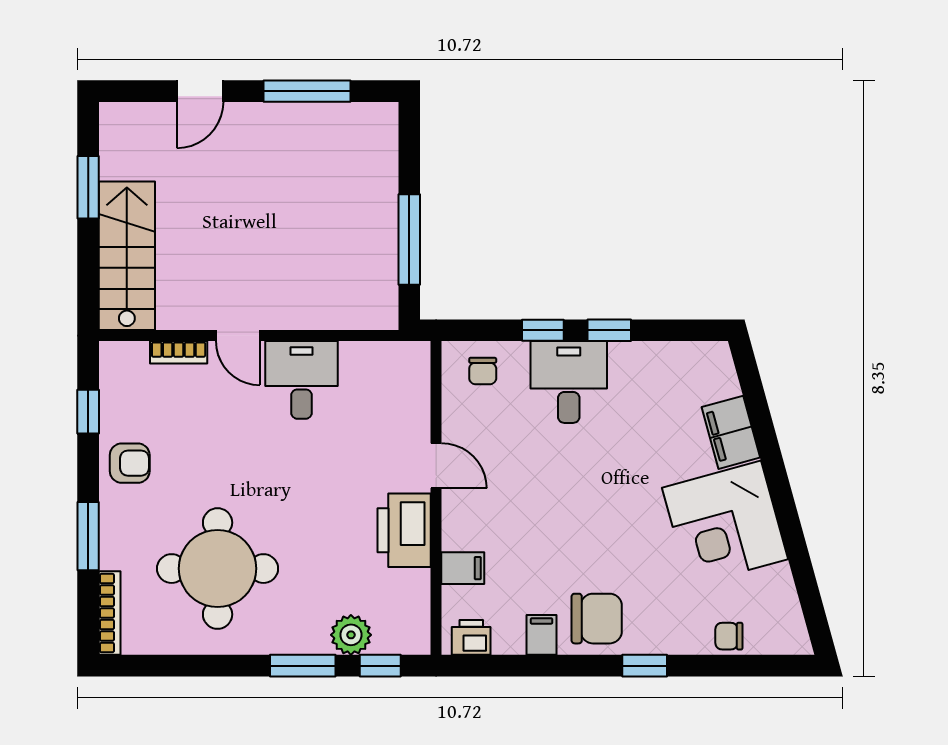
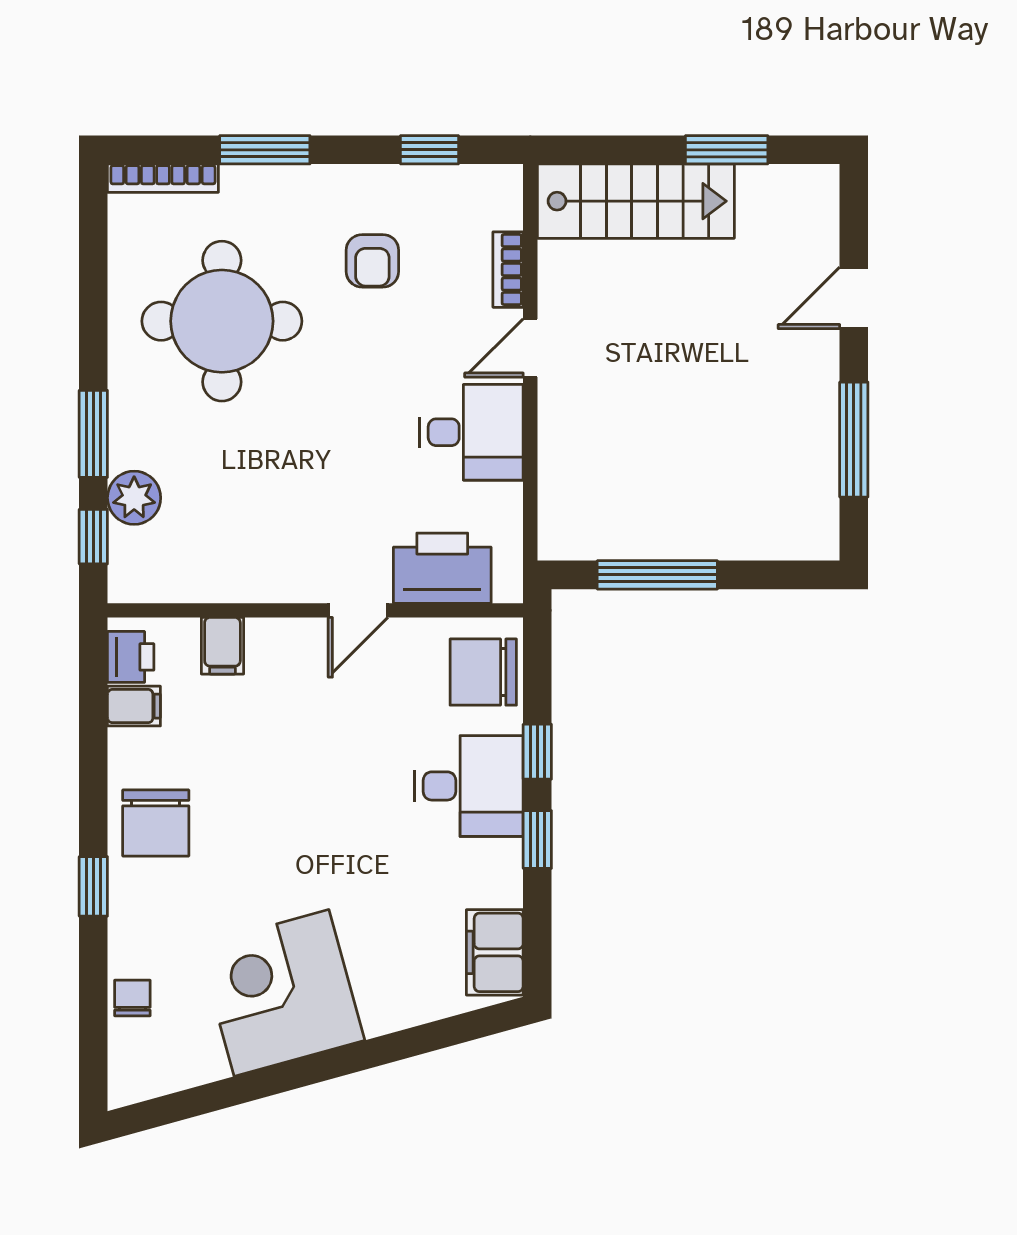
door: (200, 91) -> (854, 298), hinge flipped
chair: (483, 371) -> (483, 672), width x1.87, depth x1.87
filing cabinet: (731, 432) -> (495, 952), moved, turned -75
armchair: (130, 463) -> (372, 261), moved
printer: (404, 530) -> (442, 568), moved
filing cabinet: (542, 635) -> (134, 706), moved

